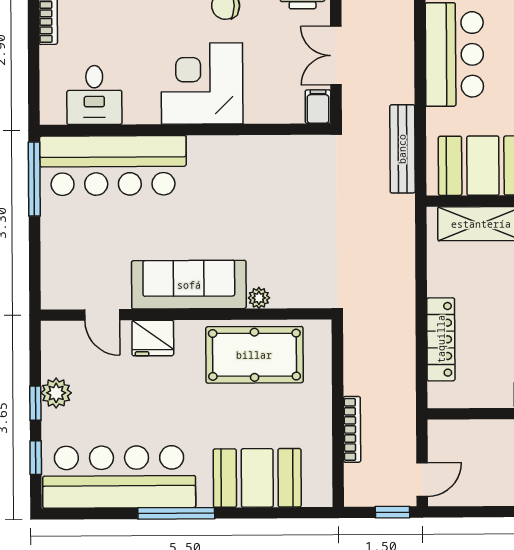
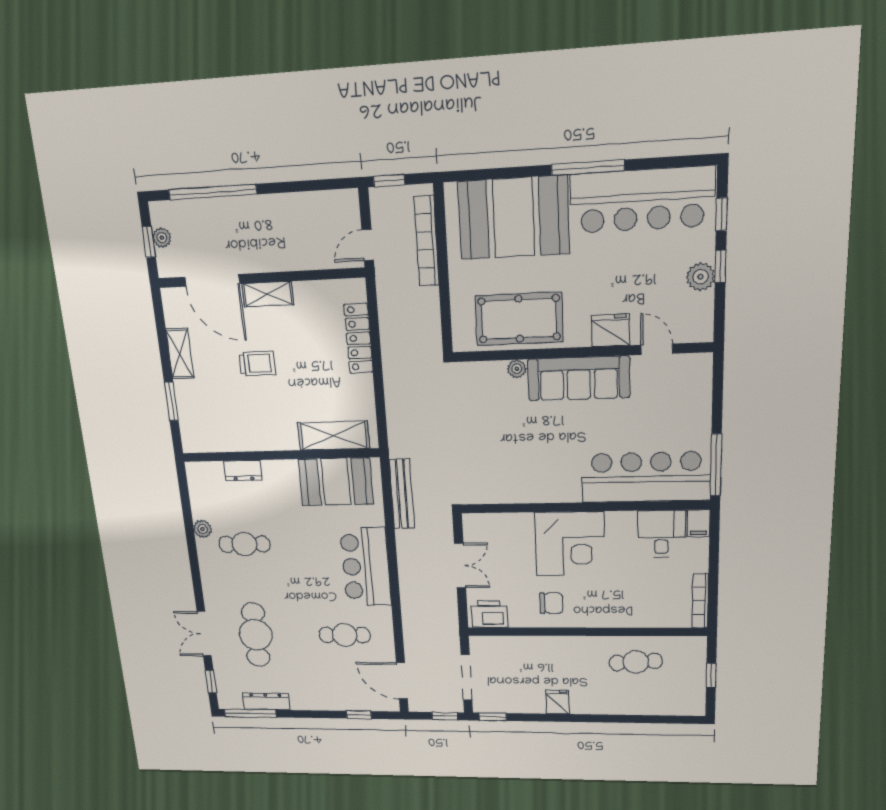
filing cabinet: (318, 107) -> (699, 523), moved
bookcase: (352, 429) -> (427, 241), width x1.48, depth x1.31
booth: (257, 478) -> (514, 218), width x1.36, depth x1.42
door: (422, 480) -> (368, 245), moved

